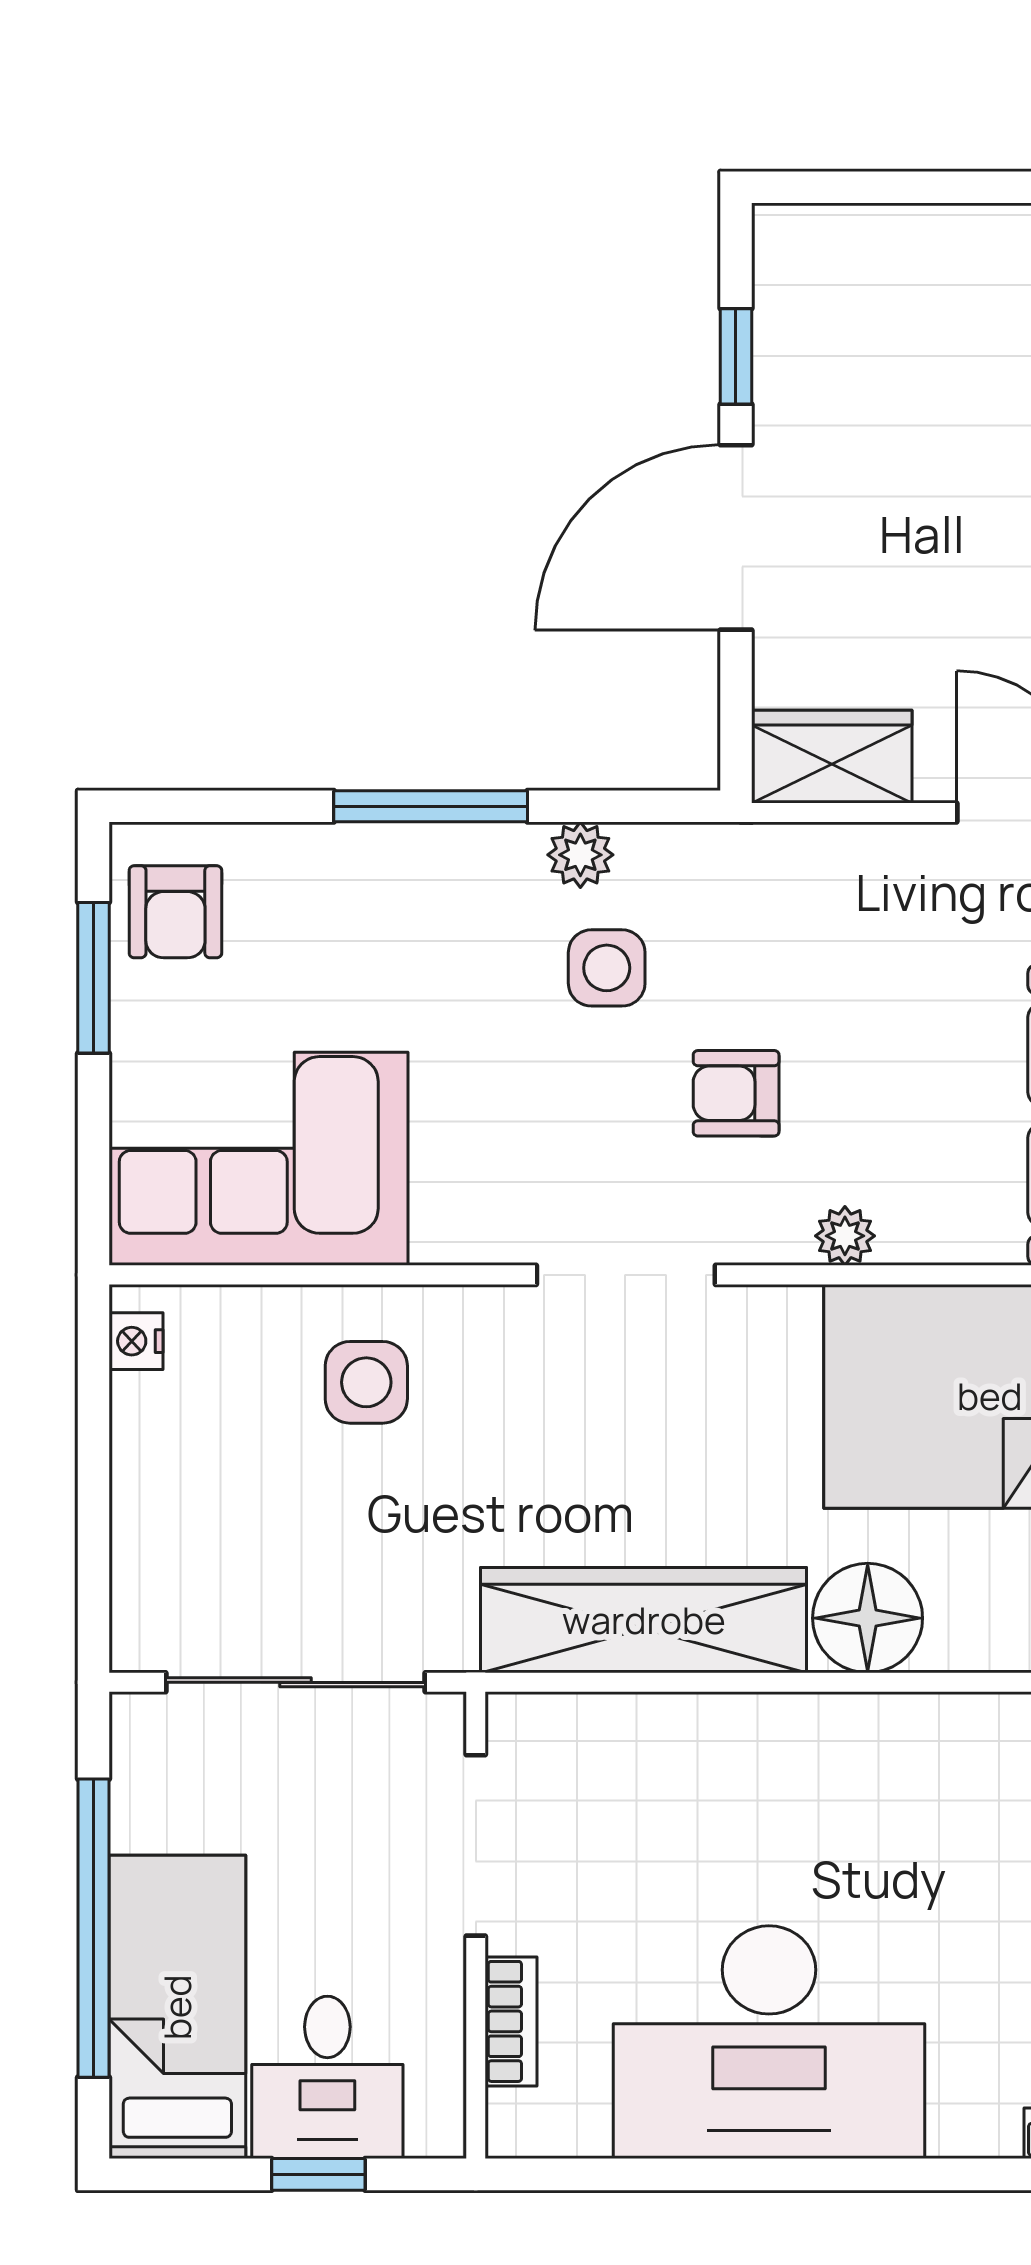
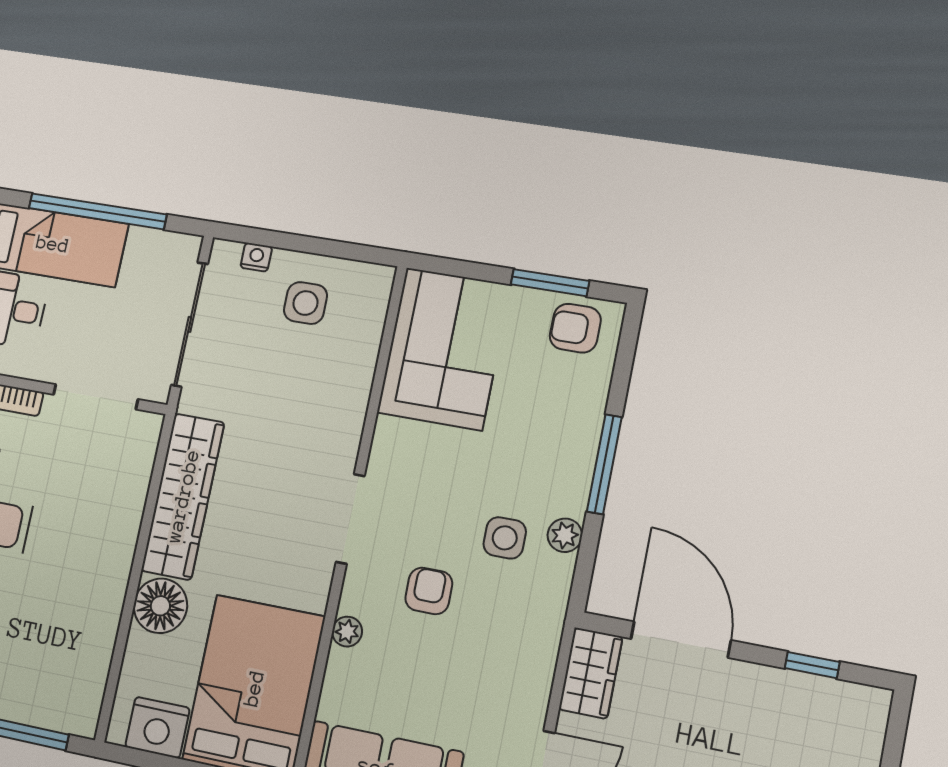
door: (736, 537) -> (681, 640), moved
nightstand: (136, 1341) -> (256, 257), moved
side table: (366, 1382) -> (306, 303), moved

